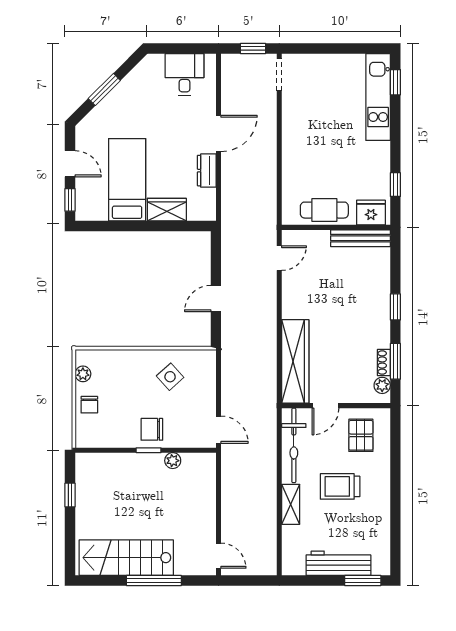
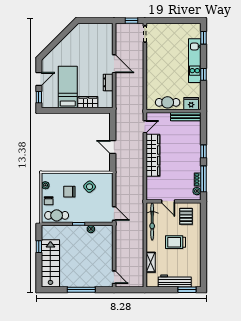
desk: (185, 74) -> (97, 34), removed
window: (104, 89) -> (56, 41), removed
kitchen unit: (378, 97) -> (195, 61), moved
door: (219, 134) -> (114, 64), hinge flipped
door: (70, 164) -> (39, 79), hinge flipped
window: (395, 185) -> (203, 74), moved
door: (216, 298) -> (113, 147), hinge flipped
wardrobe: (295, 361) -> (153, 155), moved
window: (395, 361) -> (203, 179), width x1.44
door: (325, 406) -> (168, 201), hinge flipped
chair: (152, 429) -> (69, 192), moved
cafe table: (105, 433) -> (57, 215), added
shelving: (291, 504) -> (151, 262), moved
stairs: (126, 558) -> (50, 263), moved, turned 90

